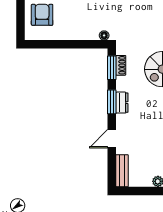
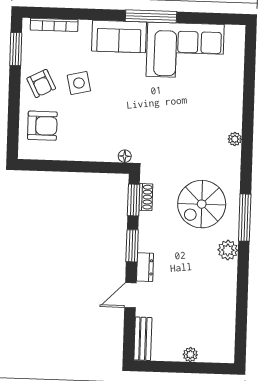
armchair: (42, 15) -> (42, 126), turned 90
dresser: (122, 103) -> (145, 267), moved

